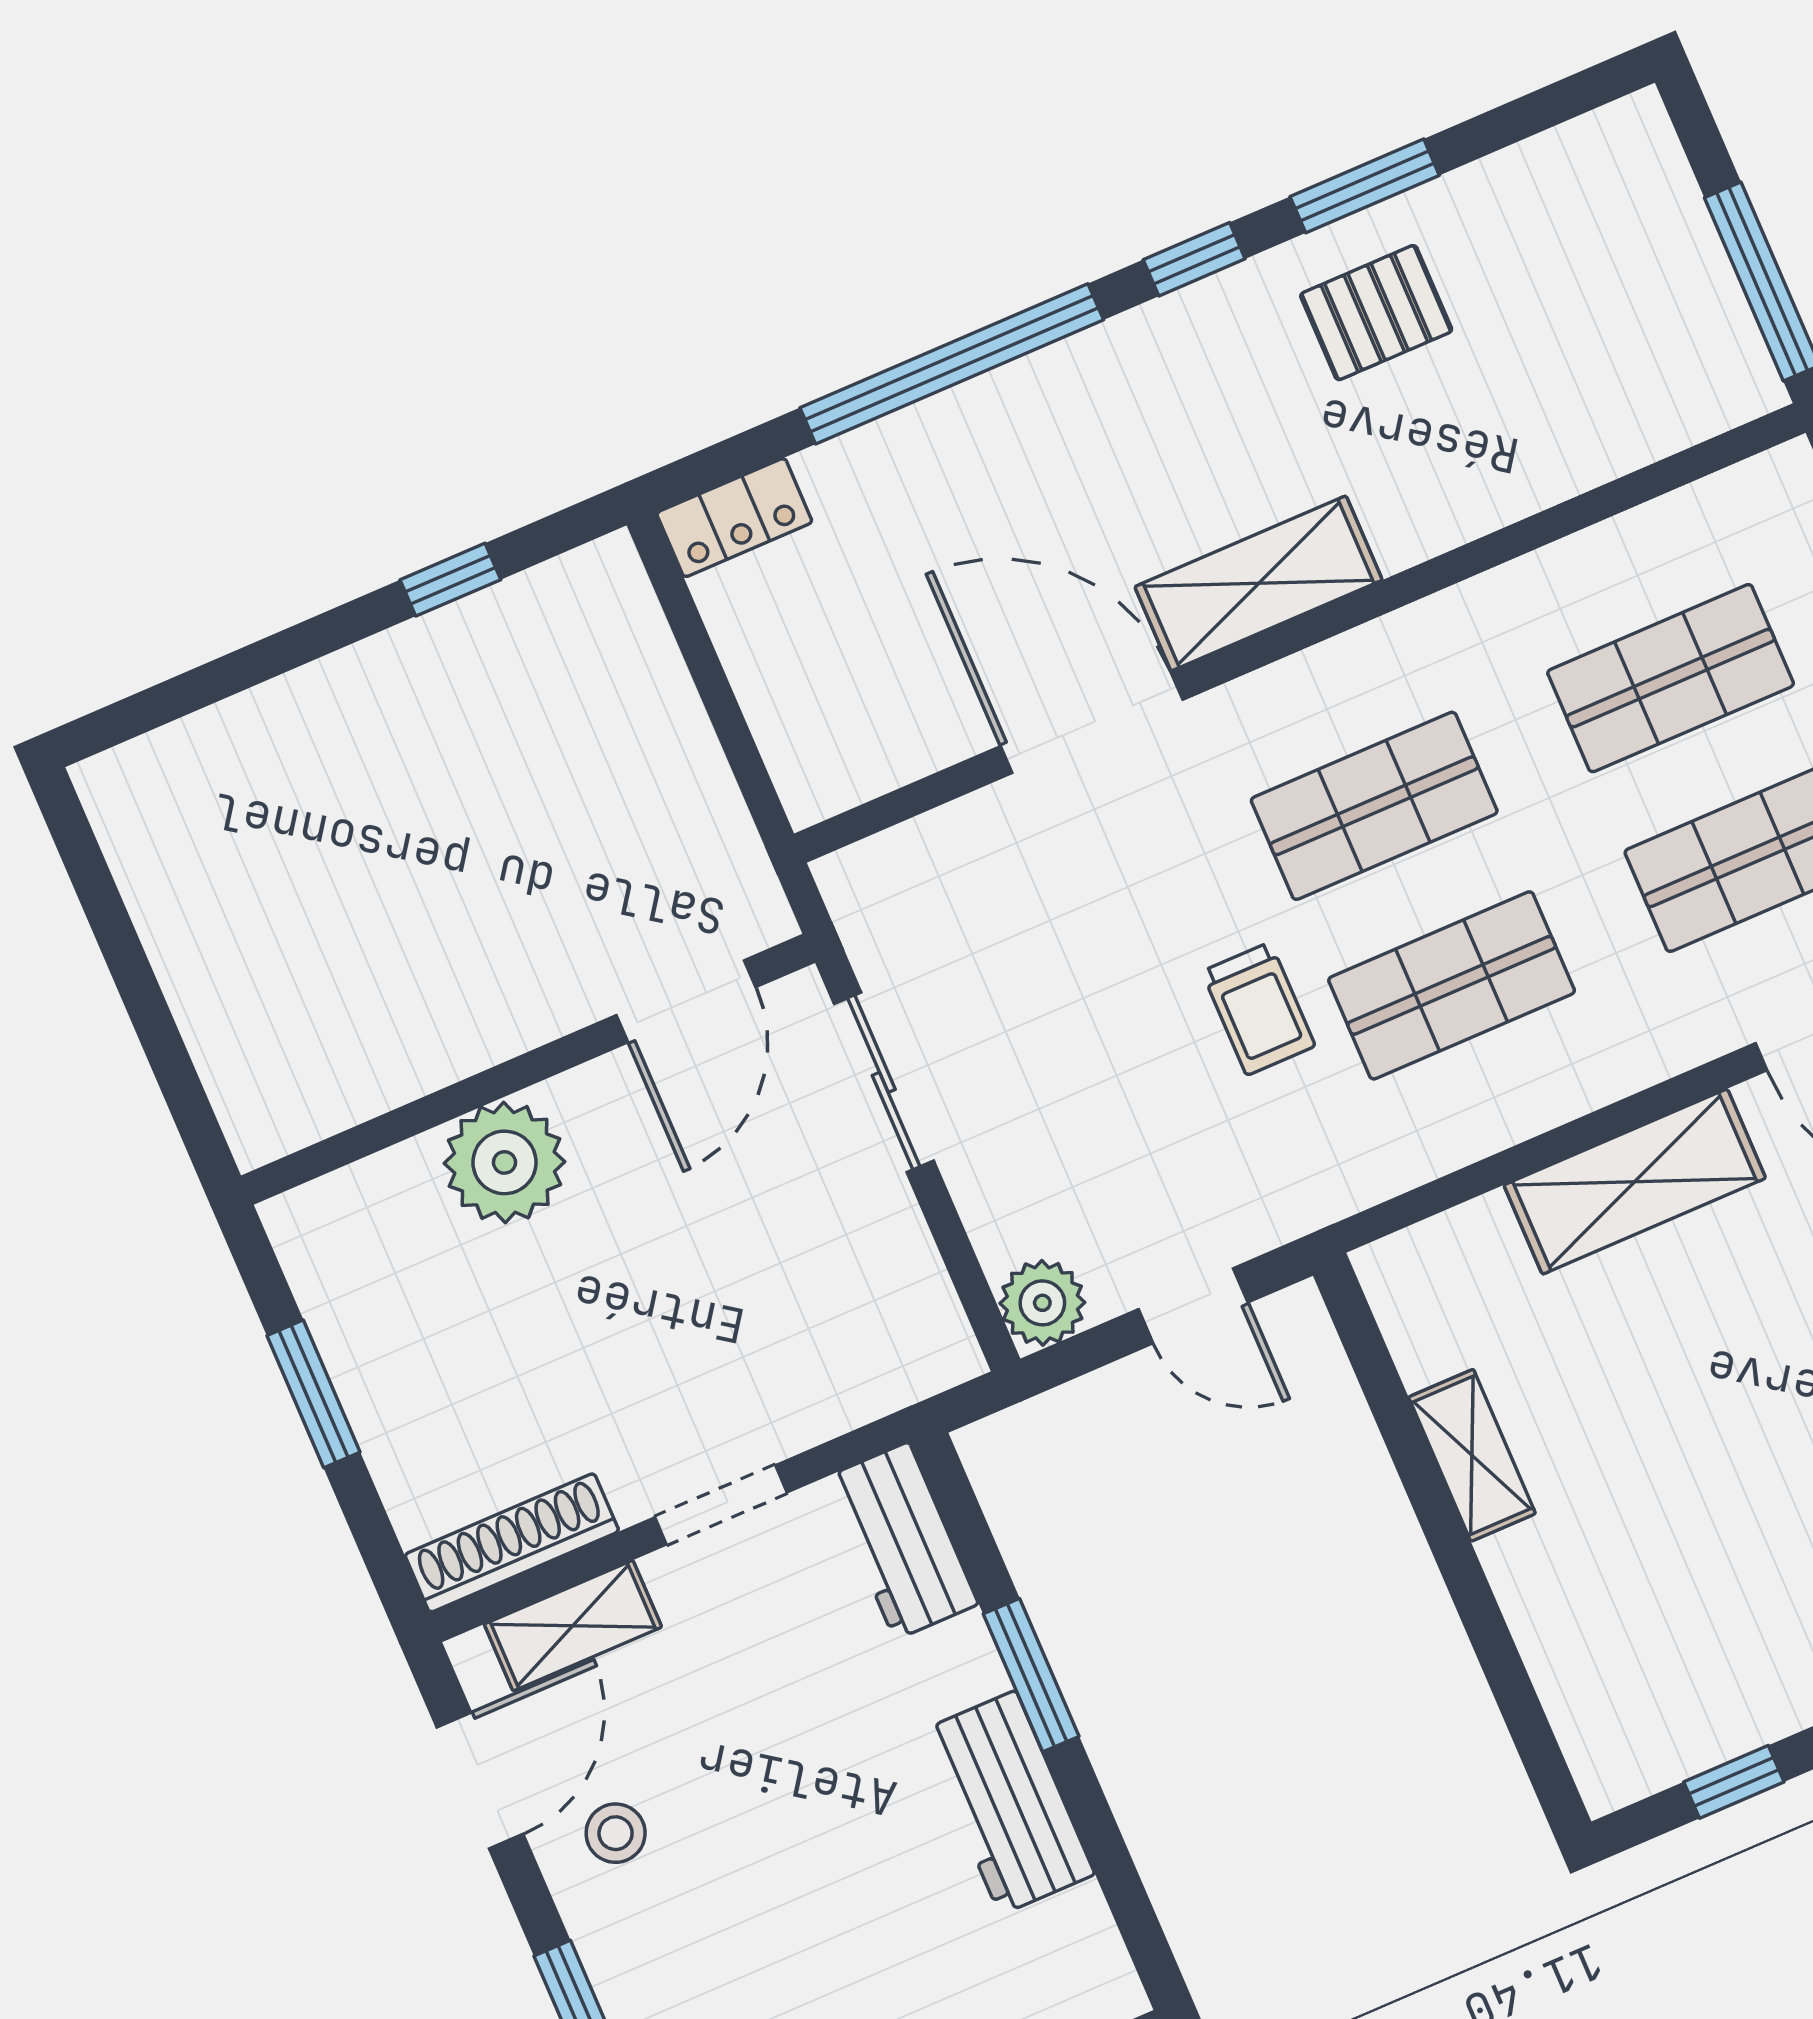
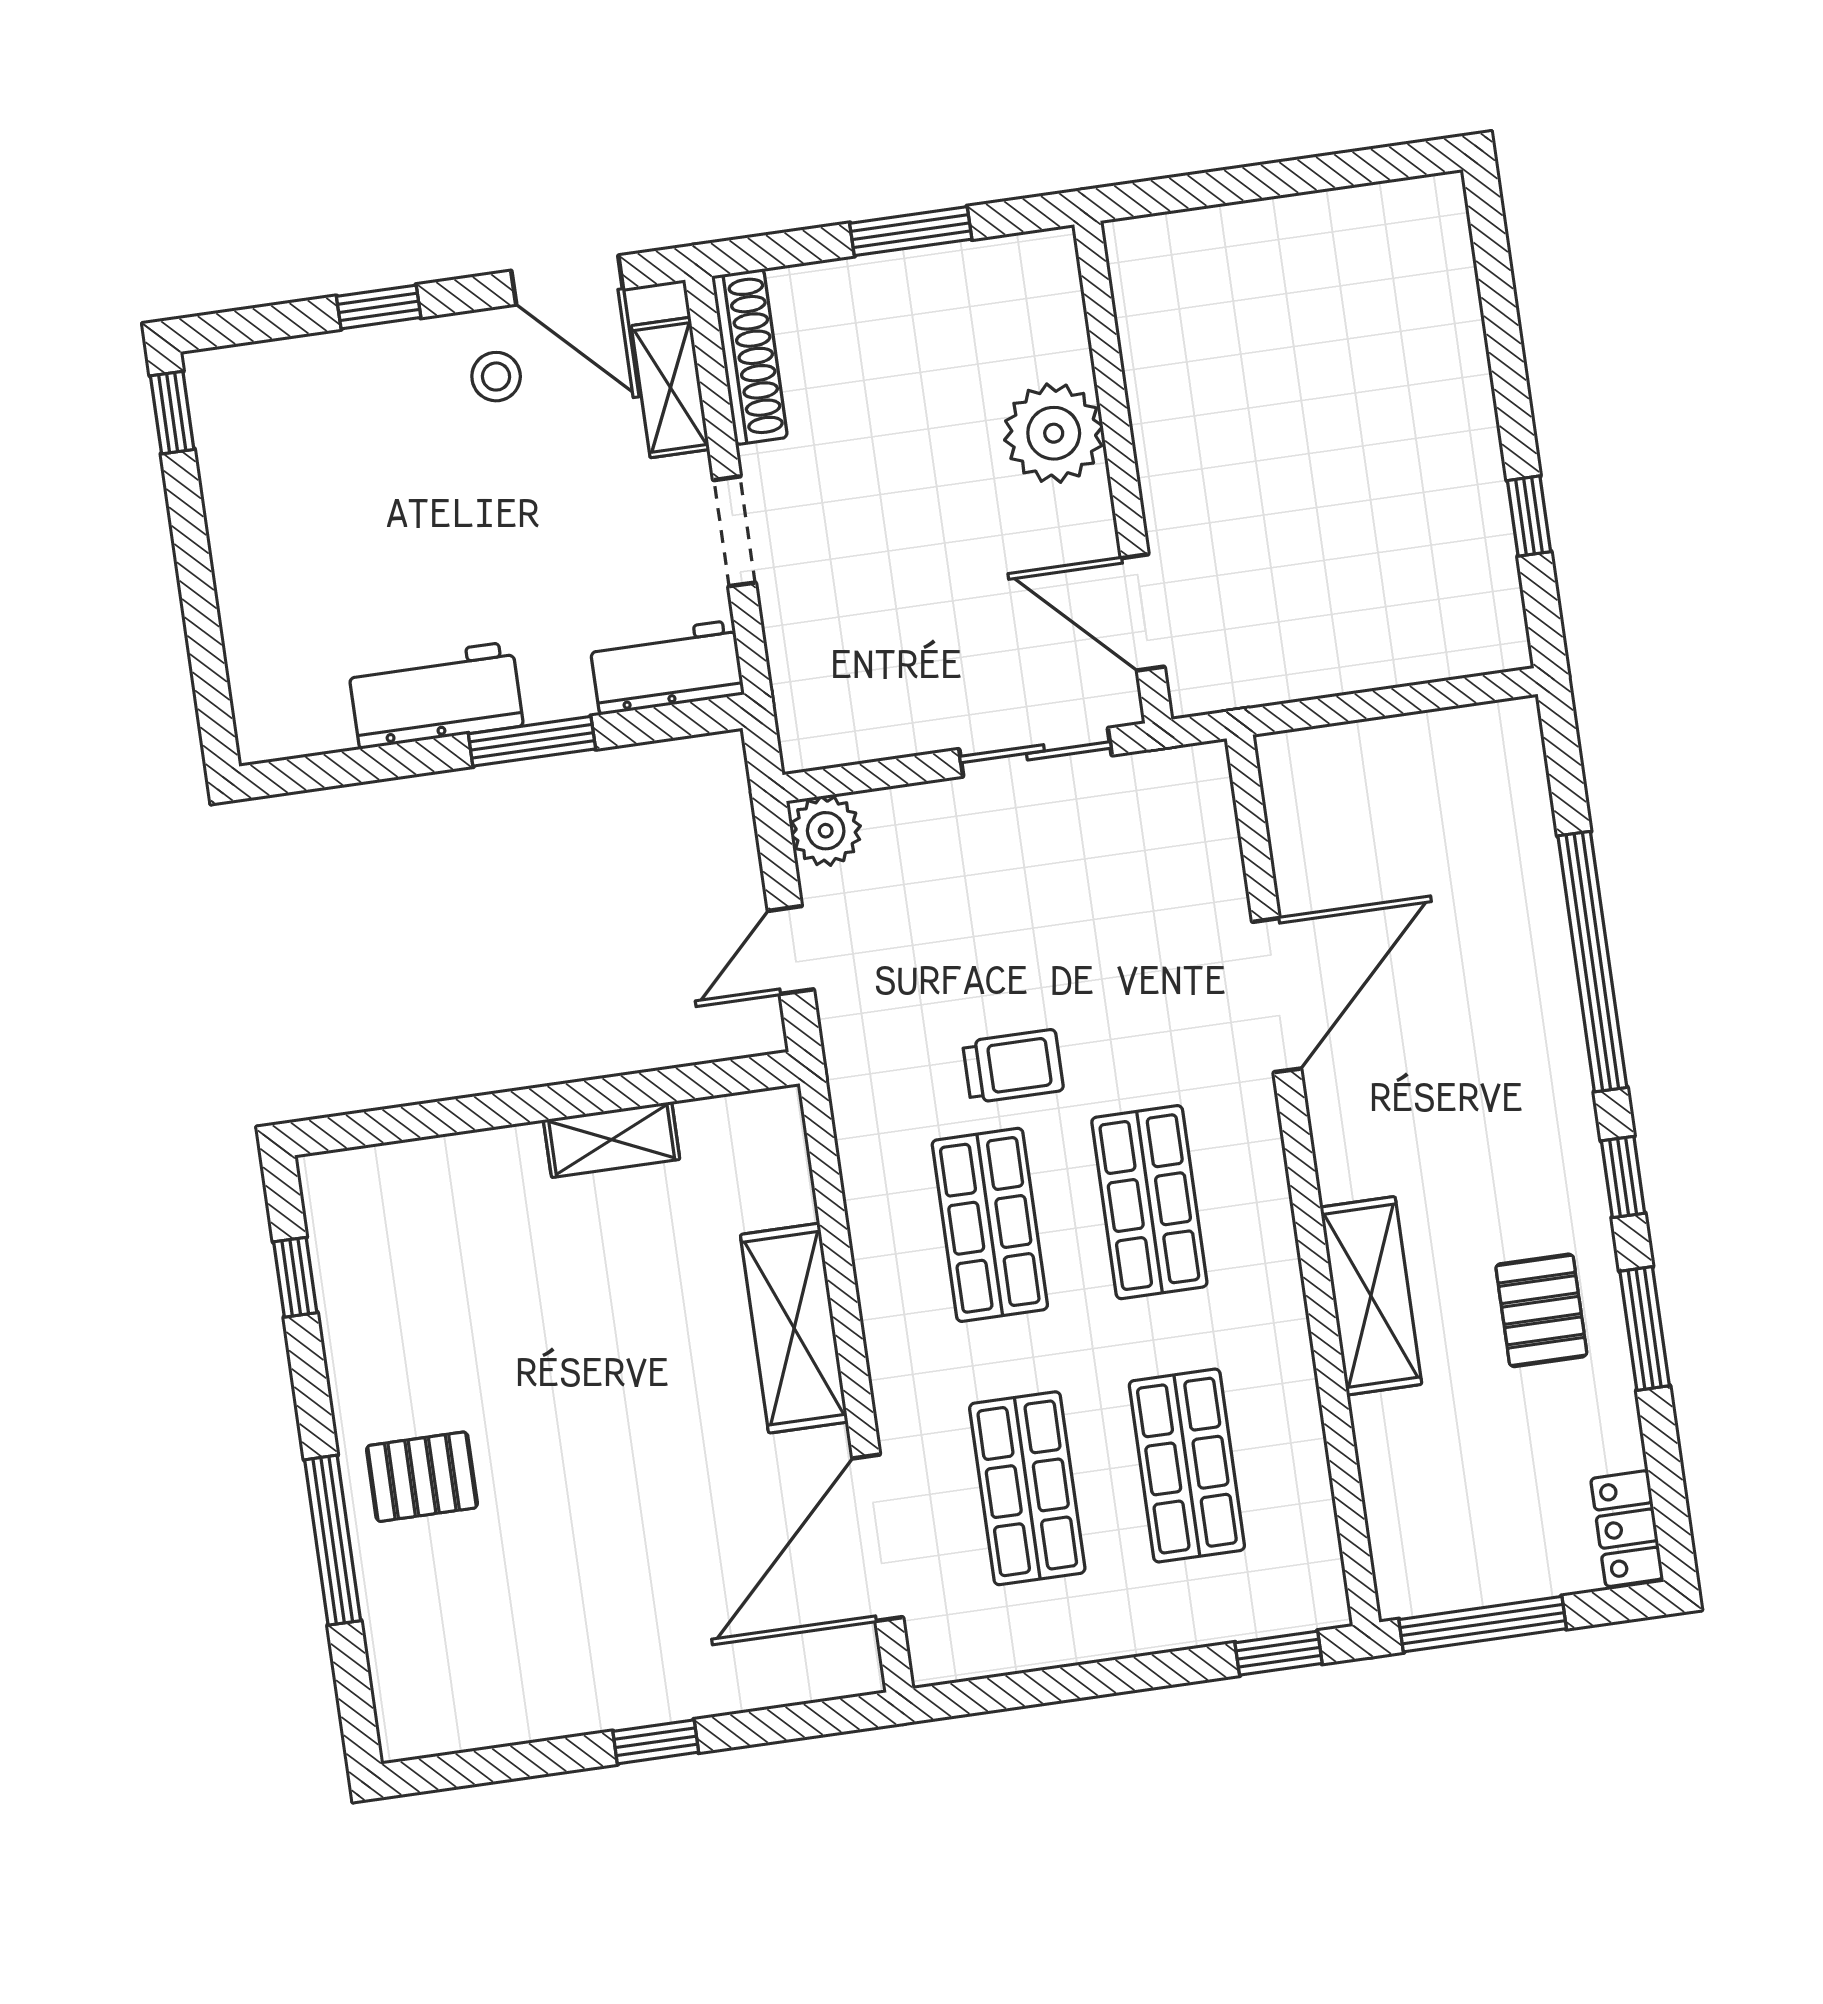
locker: (734, 518) -> (1627, 1529), moved
shelving: (1259, 583) -> (1371, 1296), moved
trolley: (1258, 1009) -> (1013, 1066), turned 180

